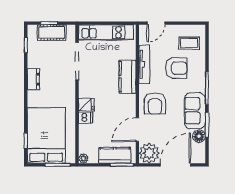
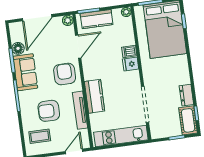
cot: (52, 32) -> (188, 120), moved, turned 90
dresser: (33, 79) -> (186, 95), moved
plant: (149, 153) -> (68, 20), width x0.53, depth x0.53

